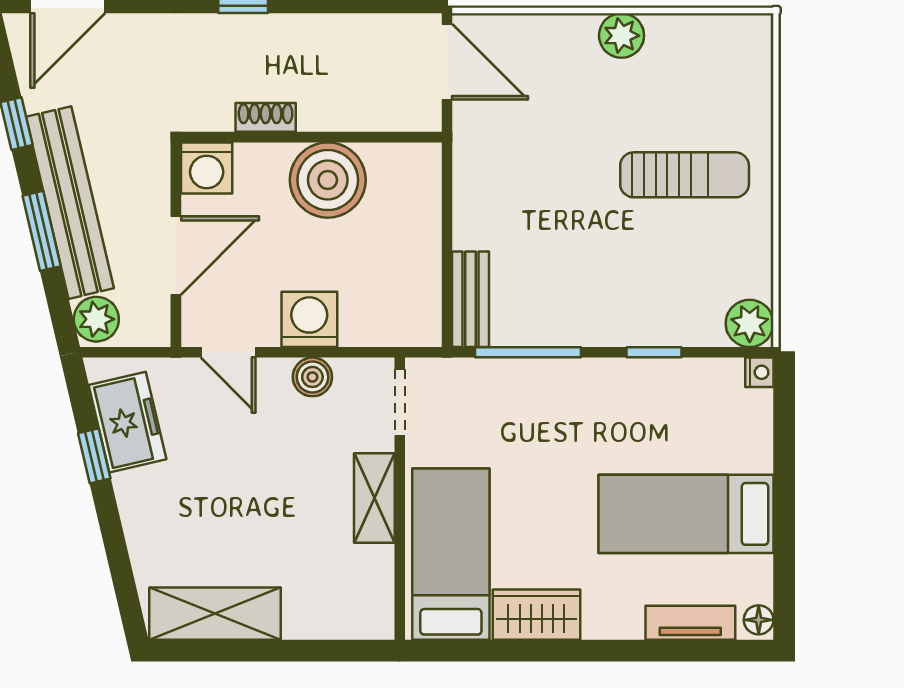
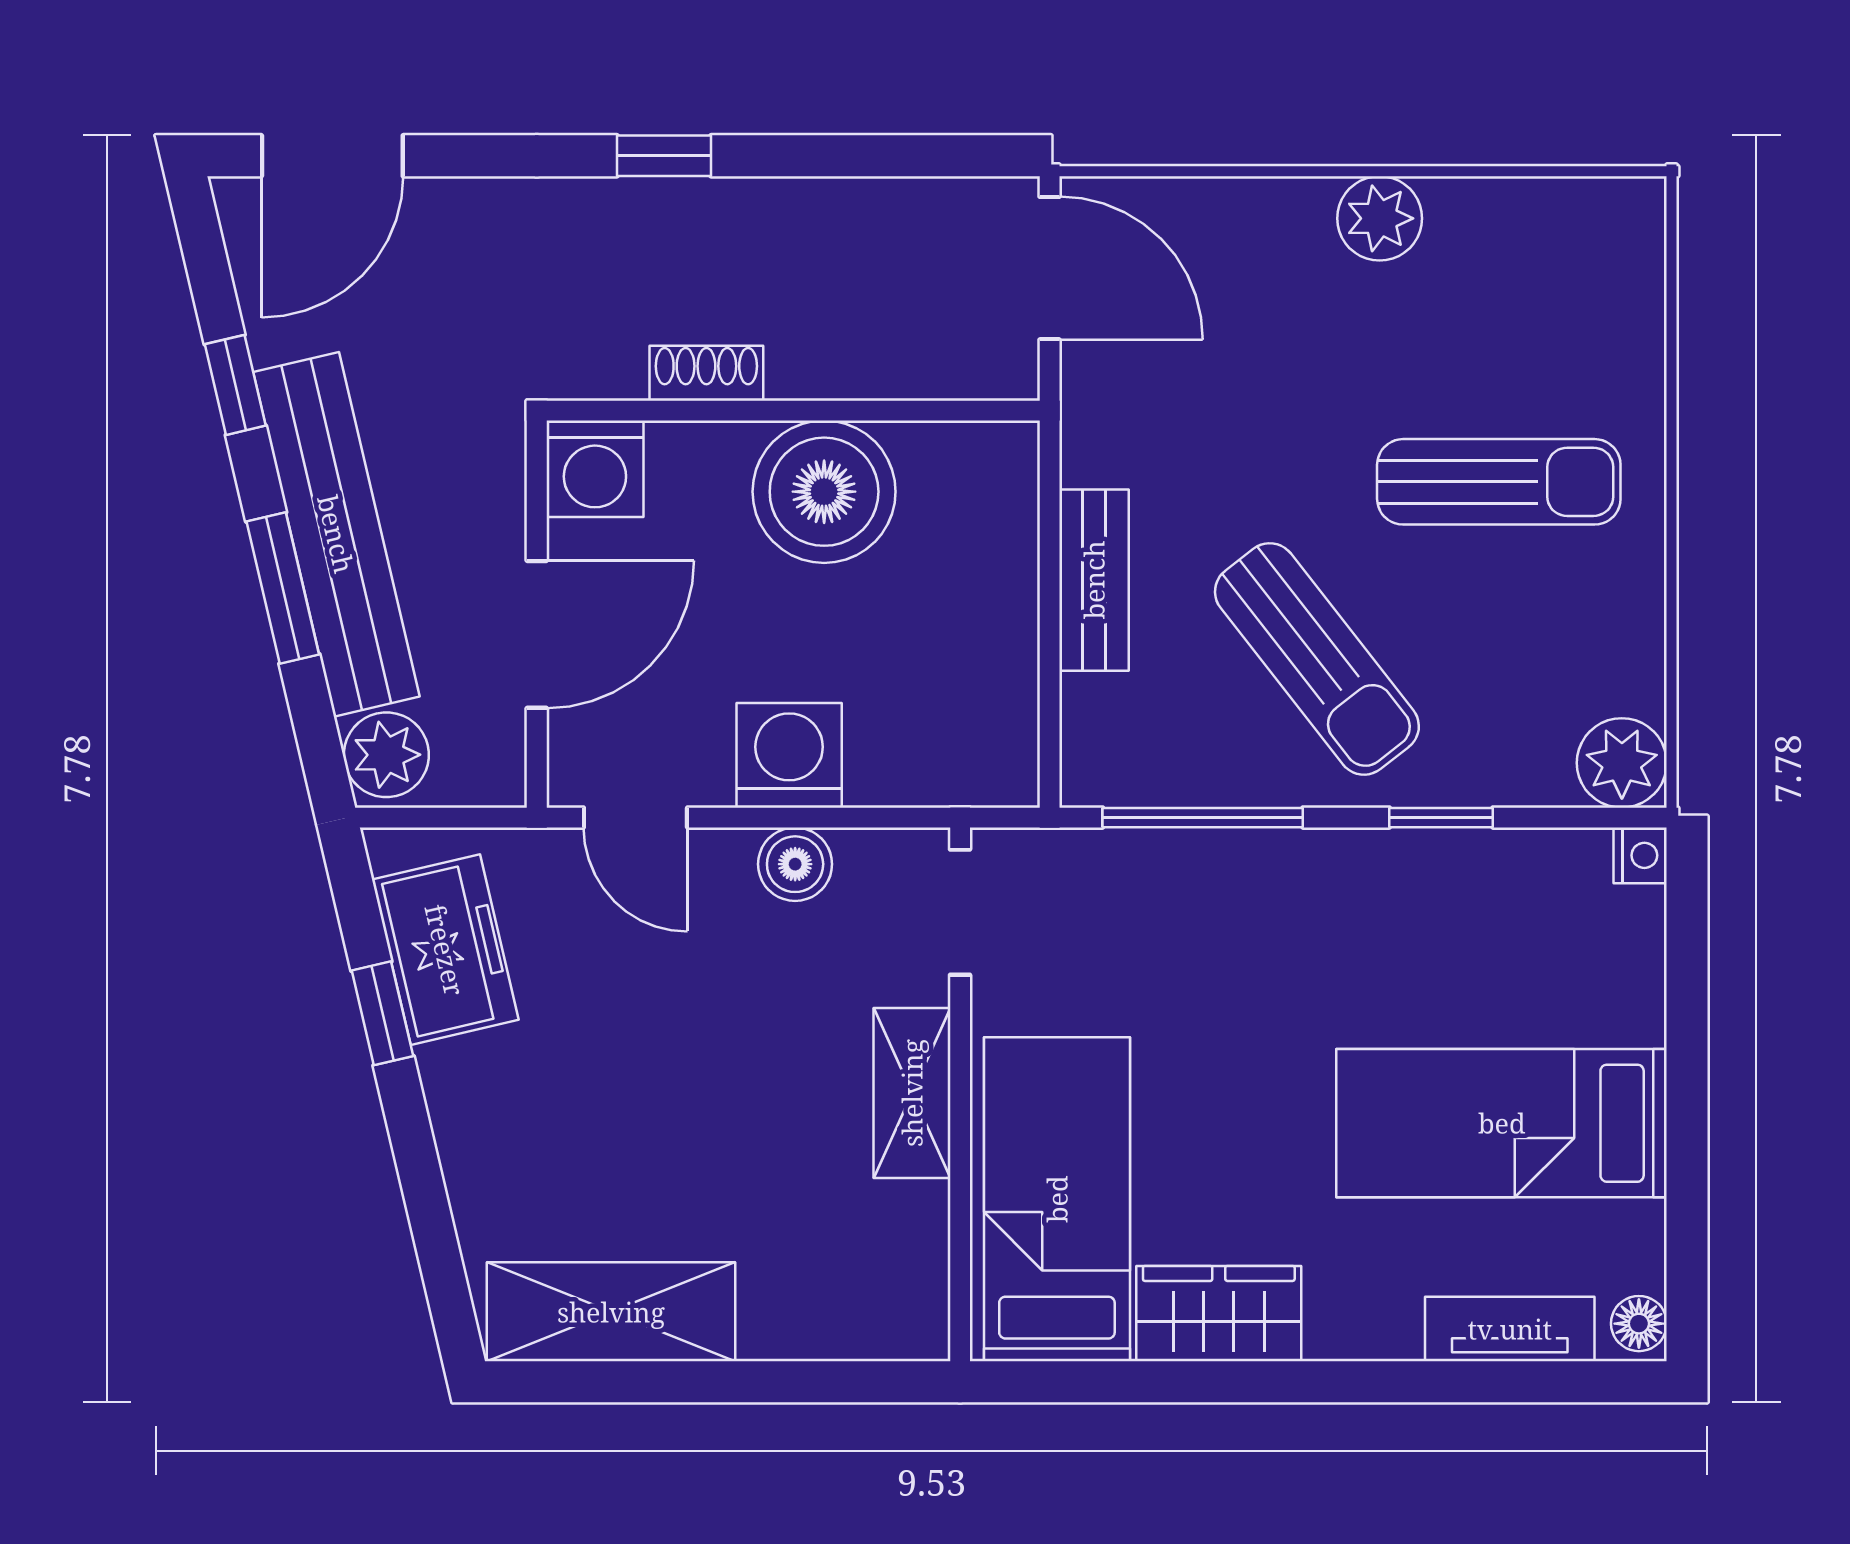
sun lounger: (588, 268) -> (1317, 659), added
bench: (470, 299) -> (1094, 580), moved

